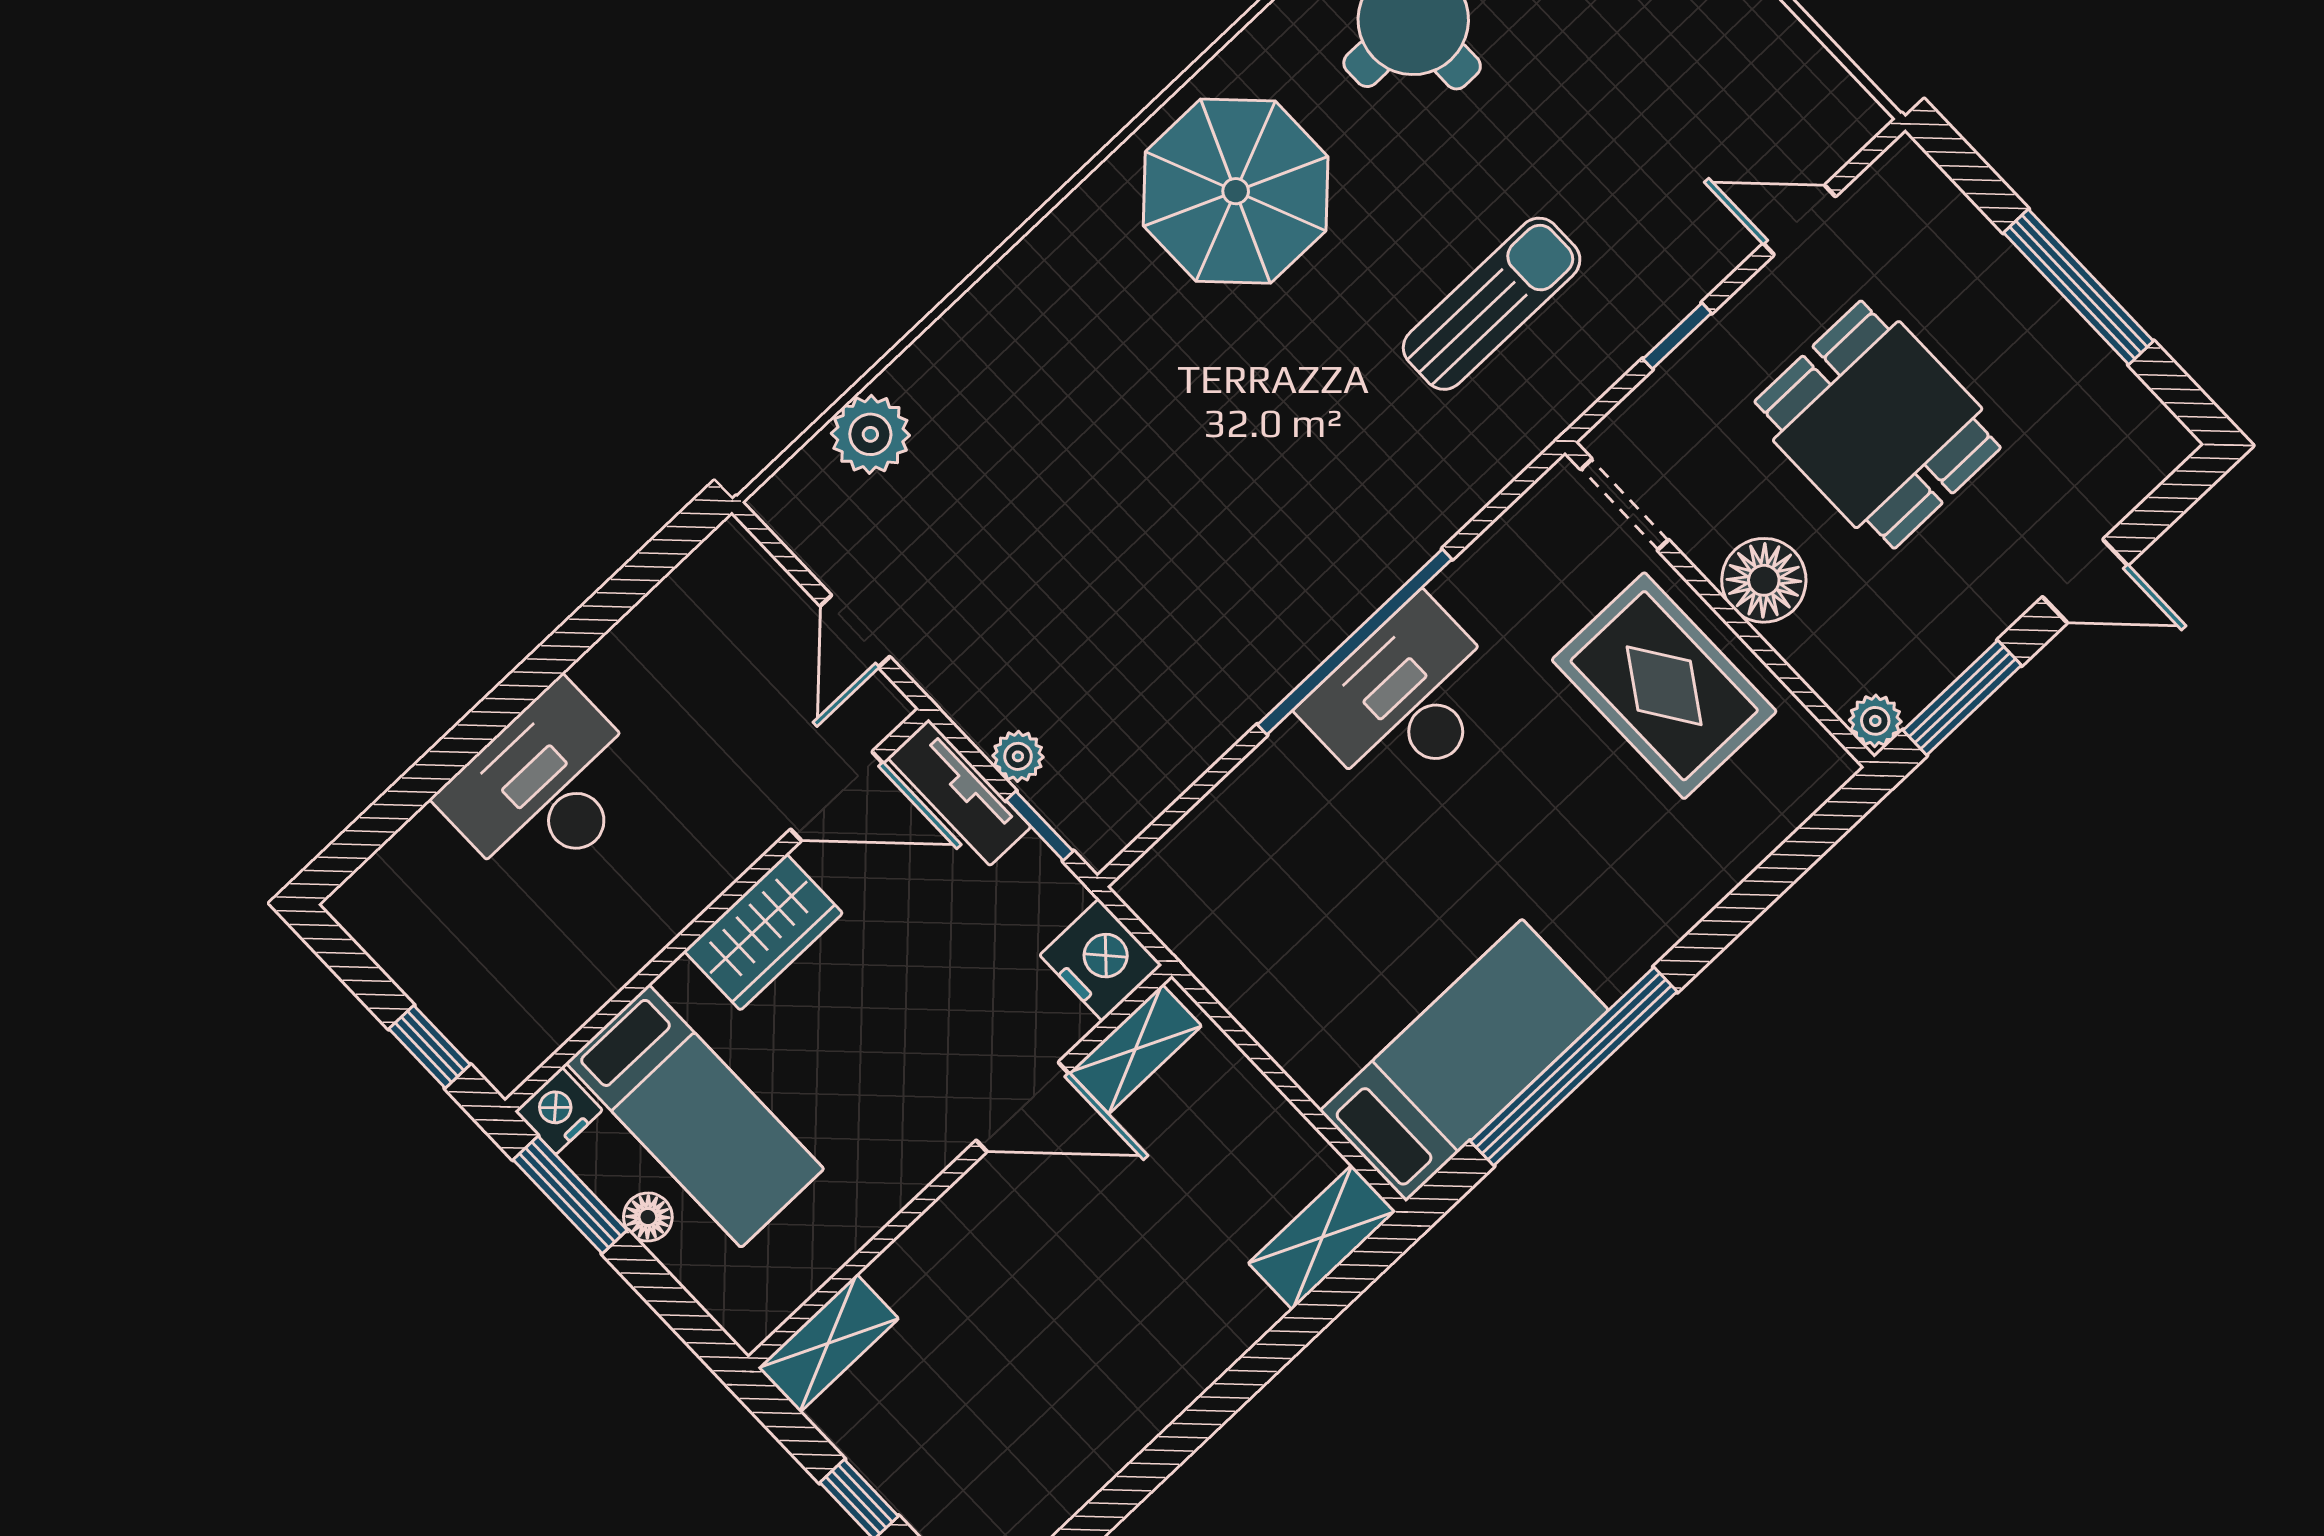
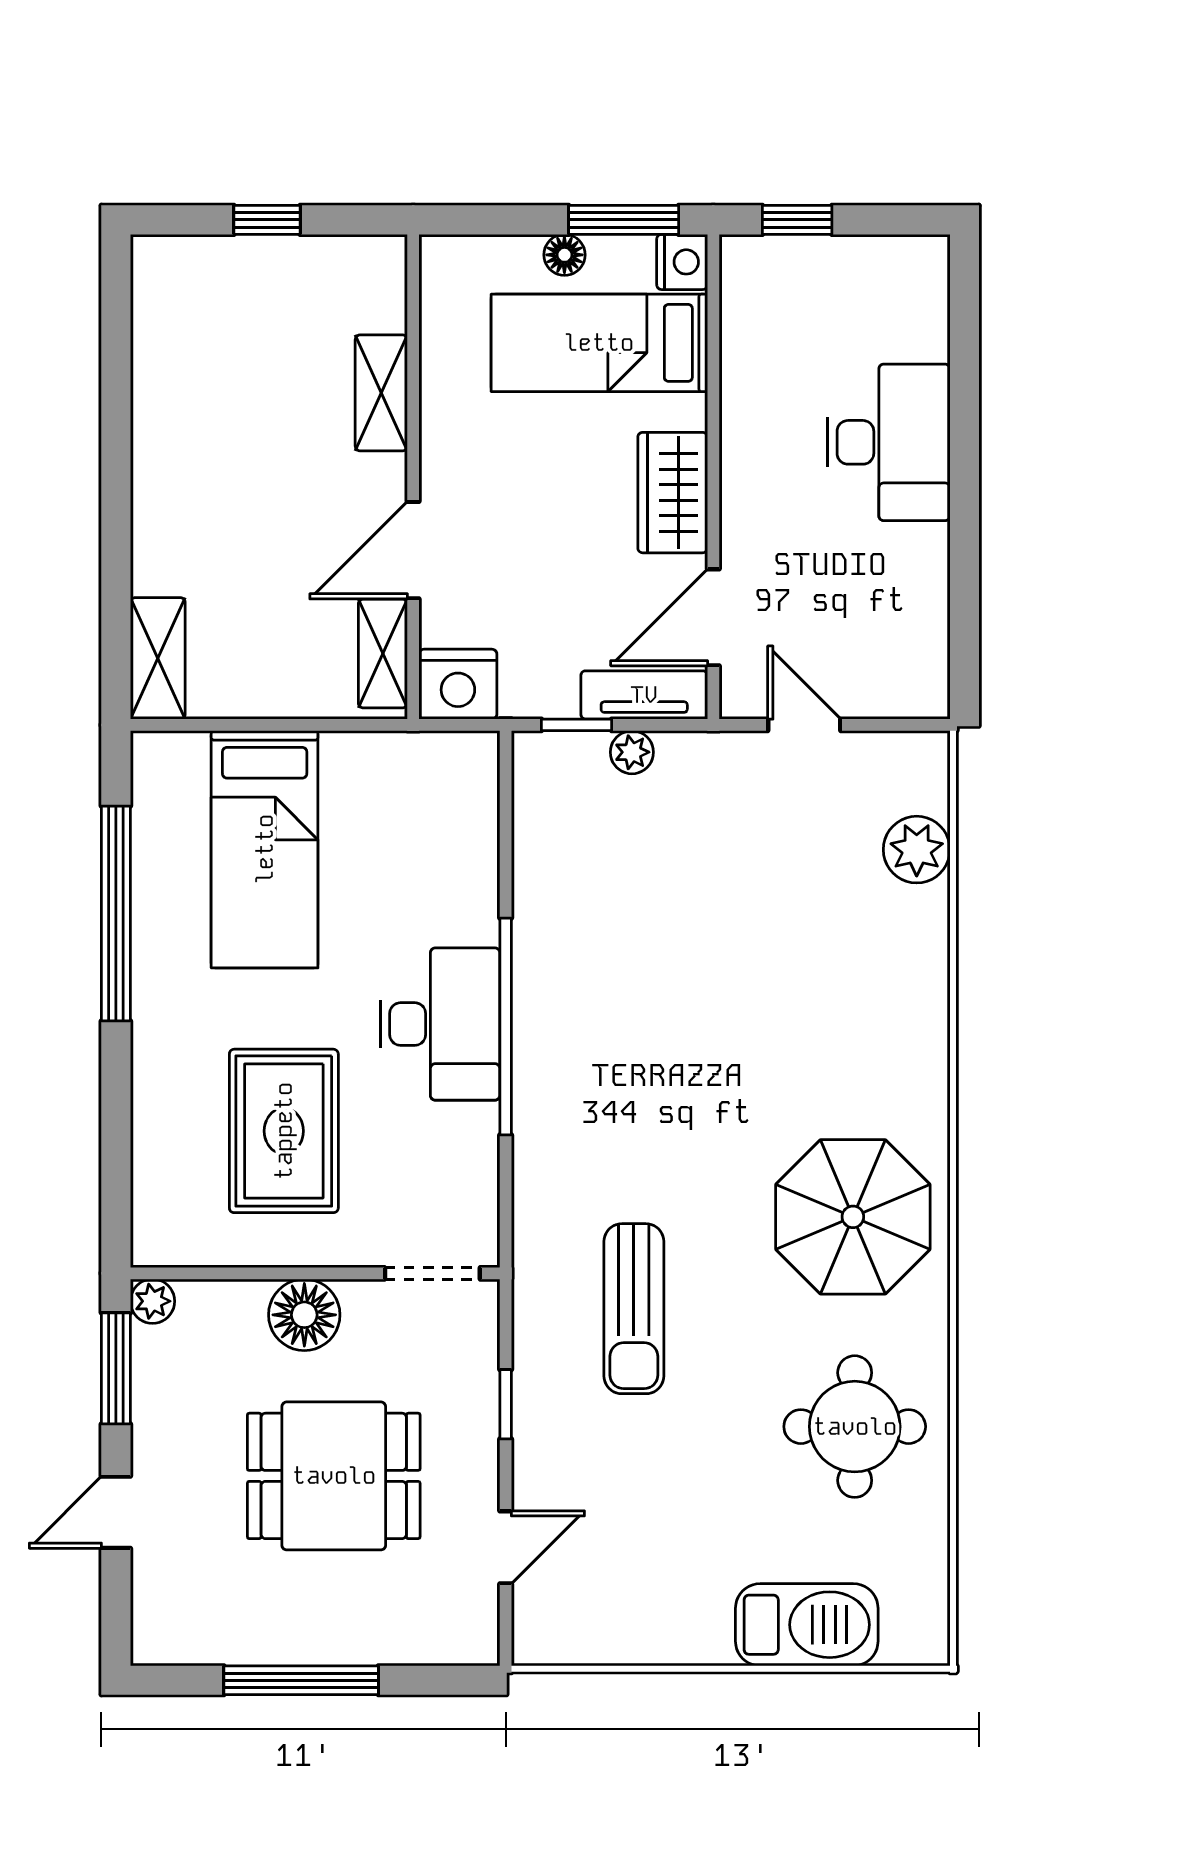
rug: (1664, 686) -> (284, 1131), moved, turned 90
bed: (1464, 1060) -> (265, 849), moved
shelving: (828, 1343) -> (381, 393), moved

